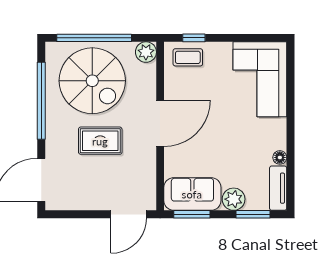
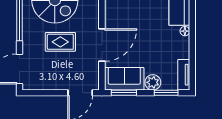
door: (160, 123) -> (102, 45), moved
floor lamp: (280, 157) -> (185, 31), moved

